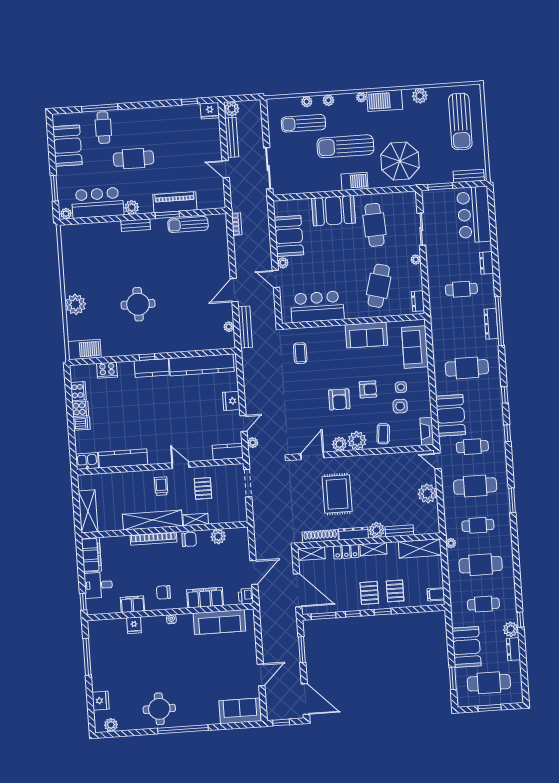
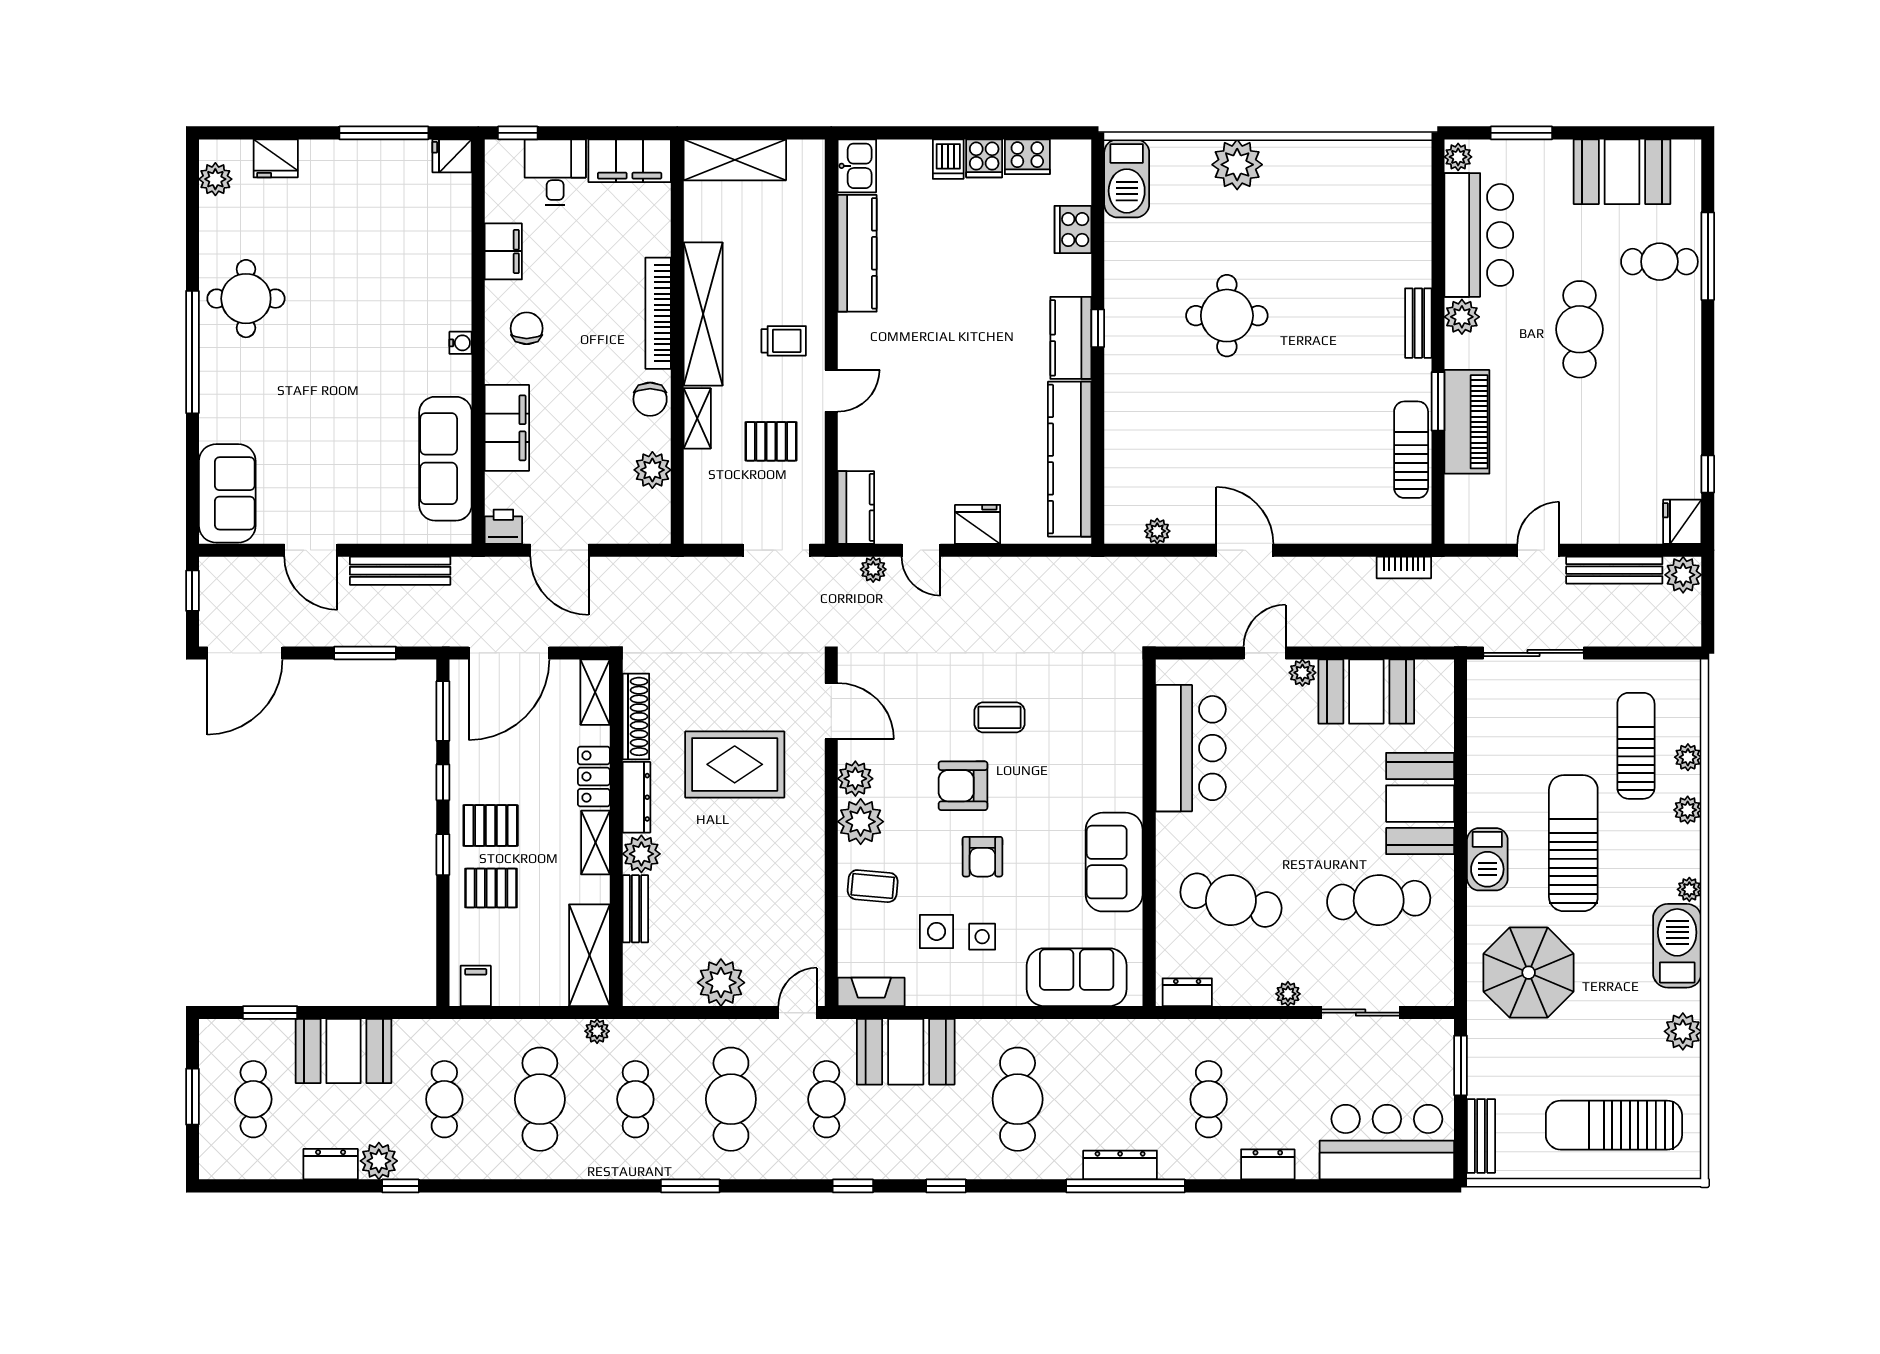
bench: (245, 327) -> (400, 571), moved
coffee table: (300, 353) -> (999, 717), moved
fridge: (134, 625) -> (452, 156), moved
cafe table: (489, 683) -> (253, 1099), width x0.73, depth x0.74

